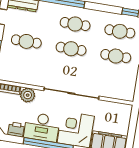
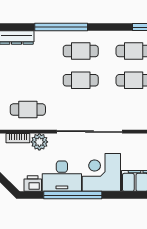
cafe table: (26, 41) -> (28, 110), moved

